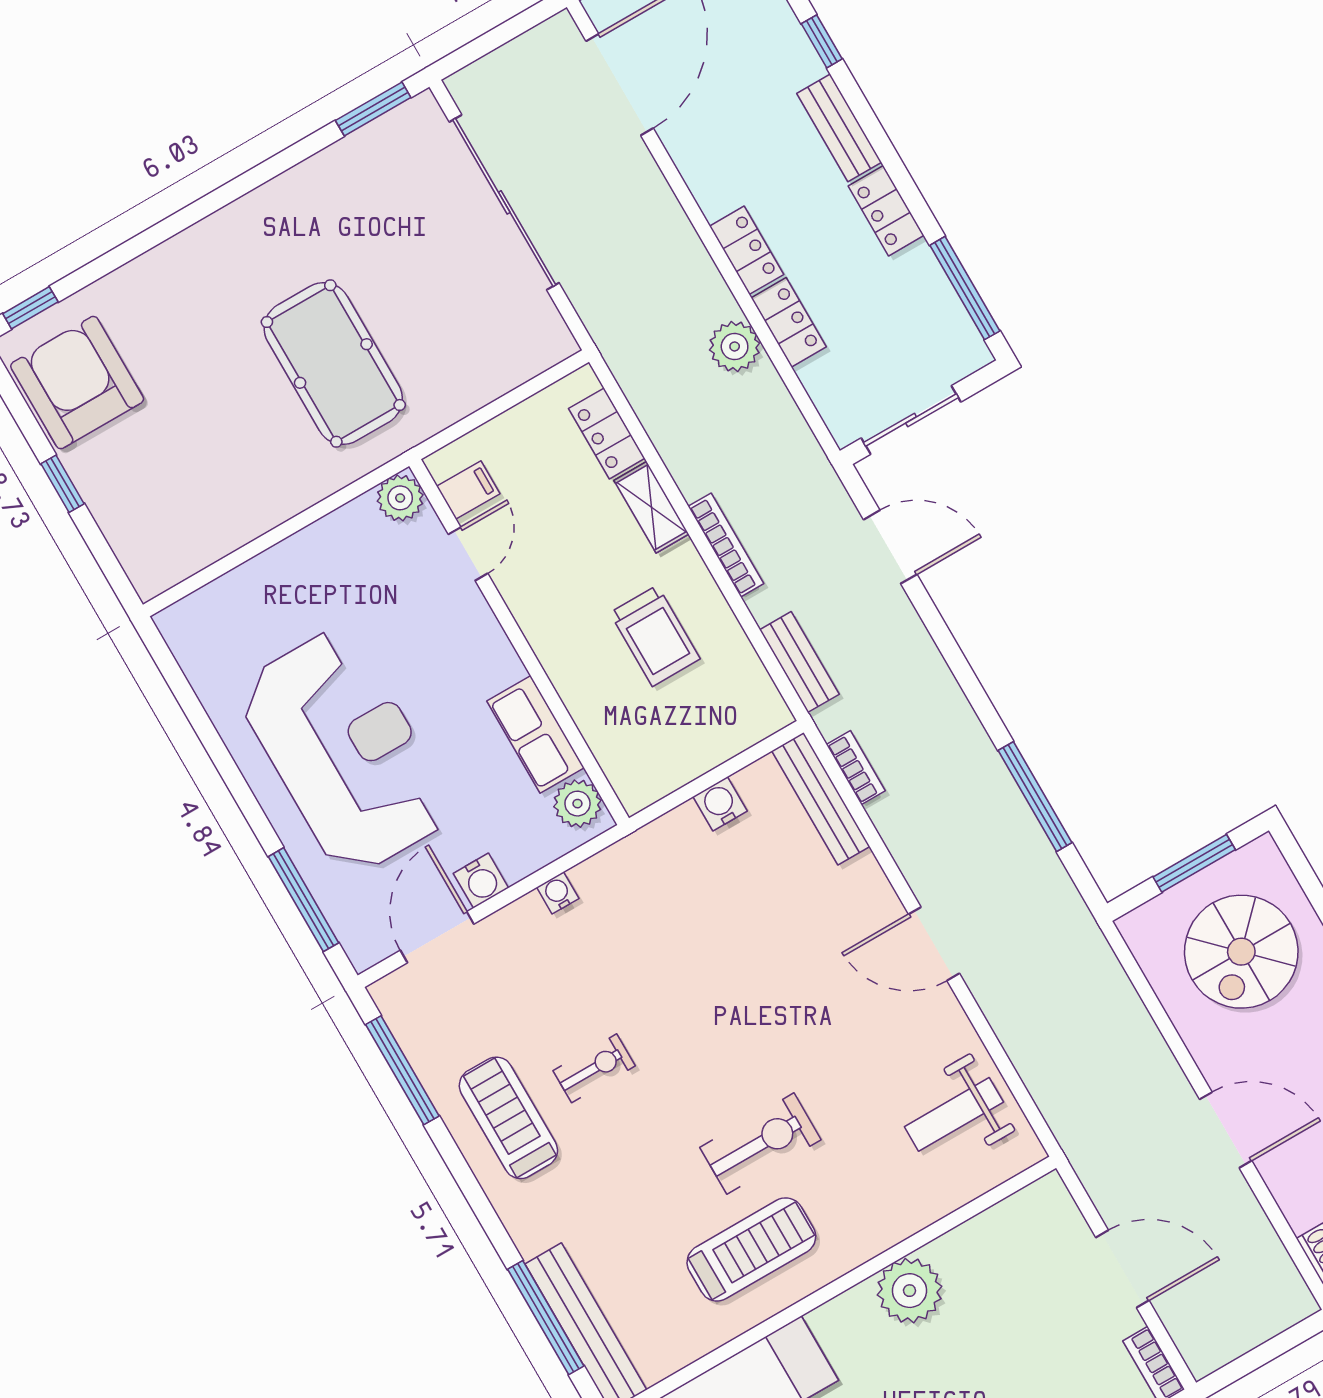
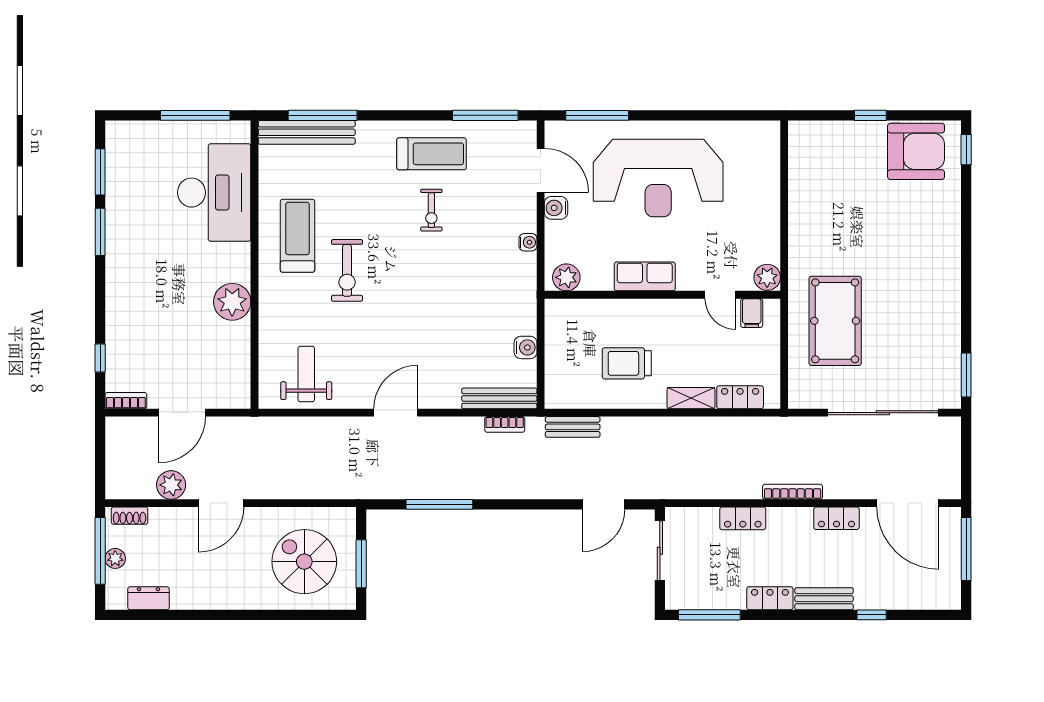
locker: (747, 250) -> (836, 518), moved
plant: (735, 346) -> (171, 485), moved
pool table: (333, 363) -> (835, 321), moved, turned 90
bookcase: (726, 545) -> (793, 492), moved, turned 180
row of seats: (535, 734) -> (645, 276), moved
treadmill: (751, 1249) -> (298, 236), turned 180

